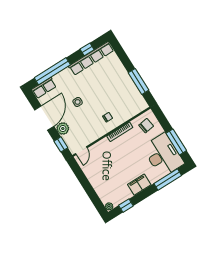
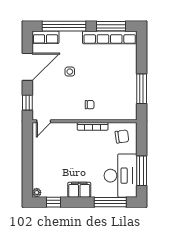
window: (87, 49) -> (111, 26), width x2.17
plant: (63, 129) -> (39, 88), removed

